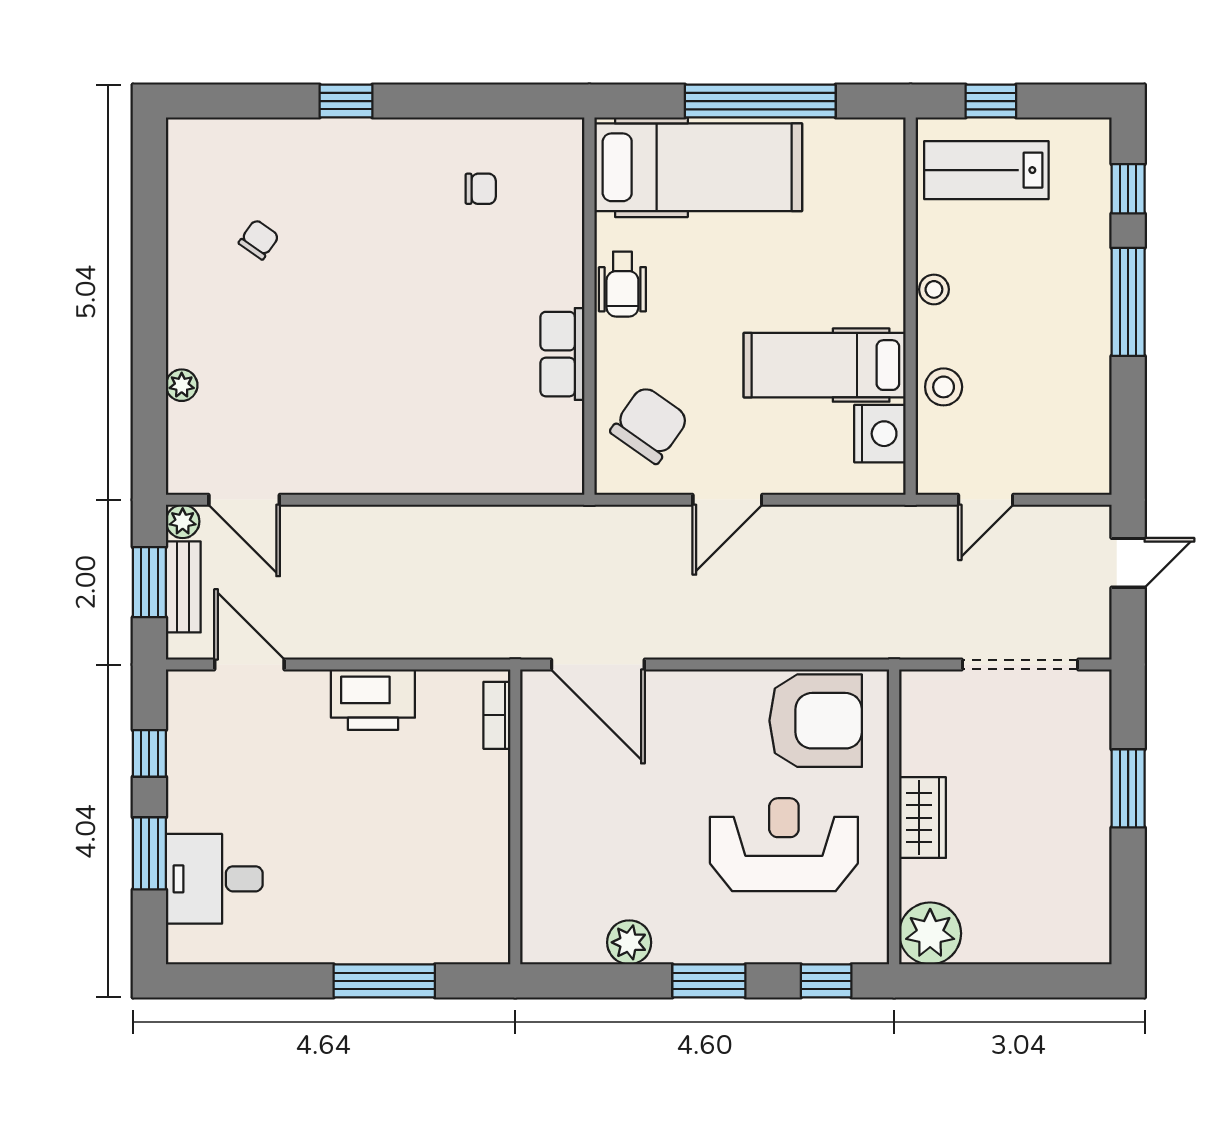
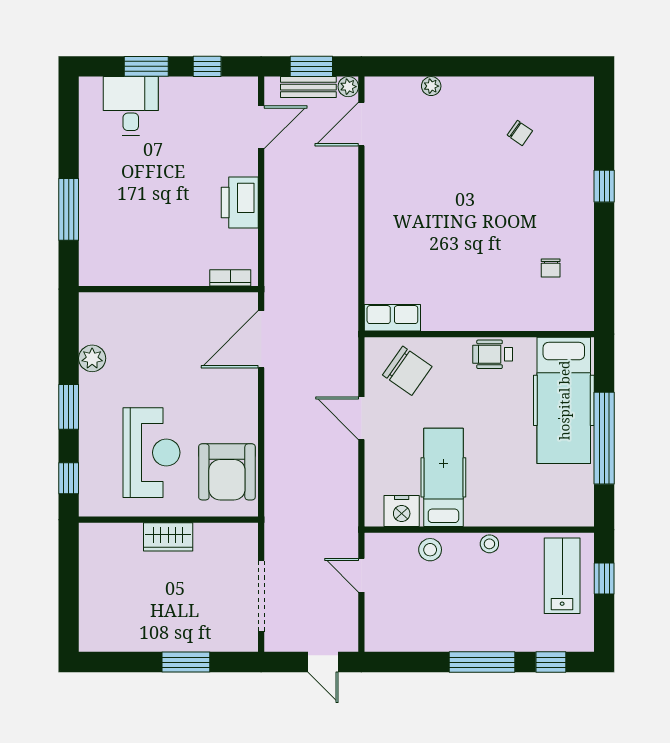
row of seats: (562, 354) -> (392, 318), moved
plant: (930, 933) -> (98, 541), removed

